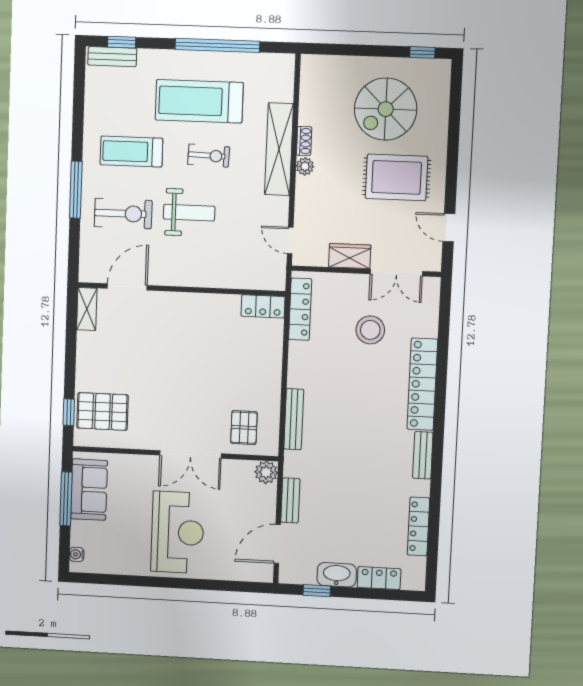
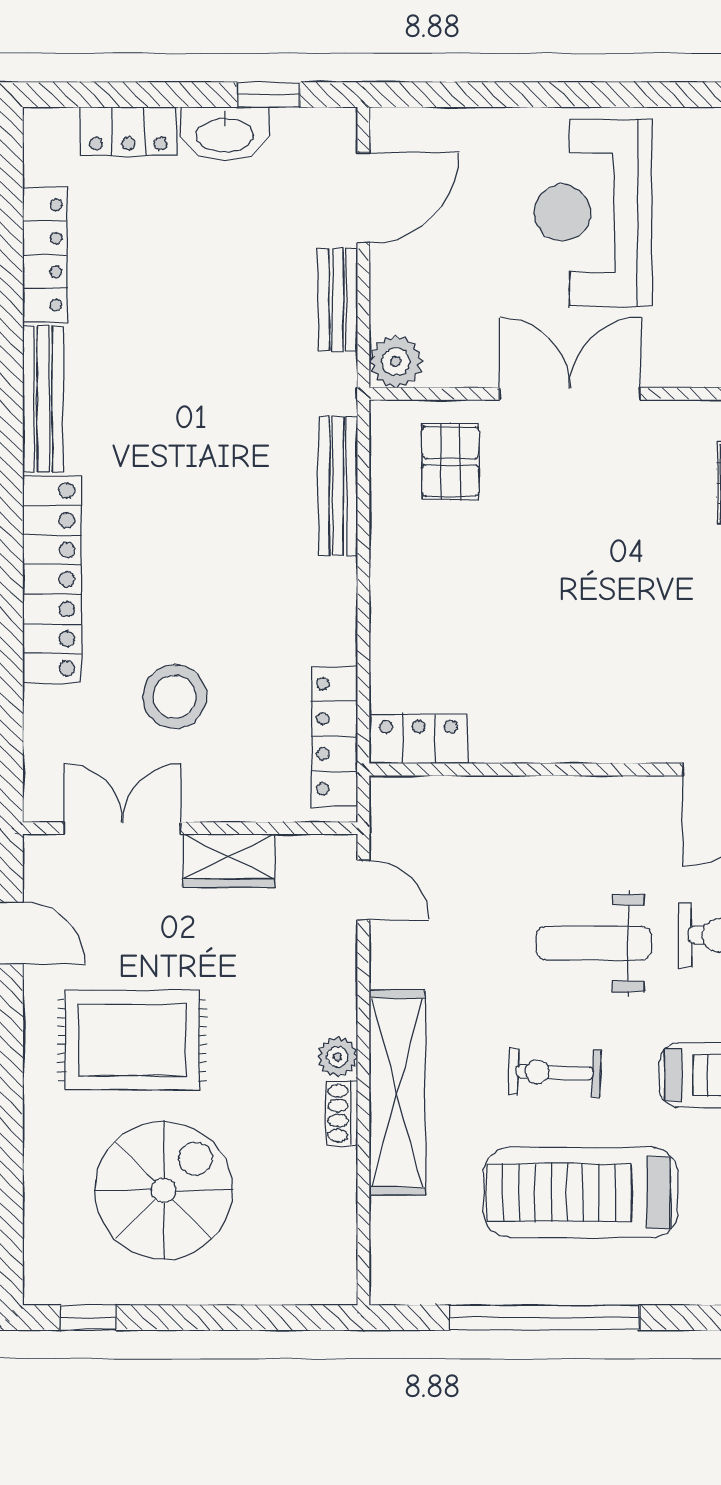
treadmill: (199, 101) -> (581, 1193), turned 180
bench: (423, 455) -> (43, 399), width x1.36

